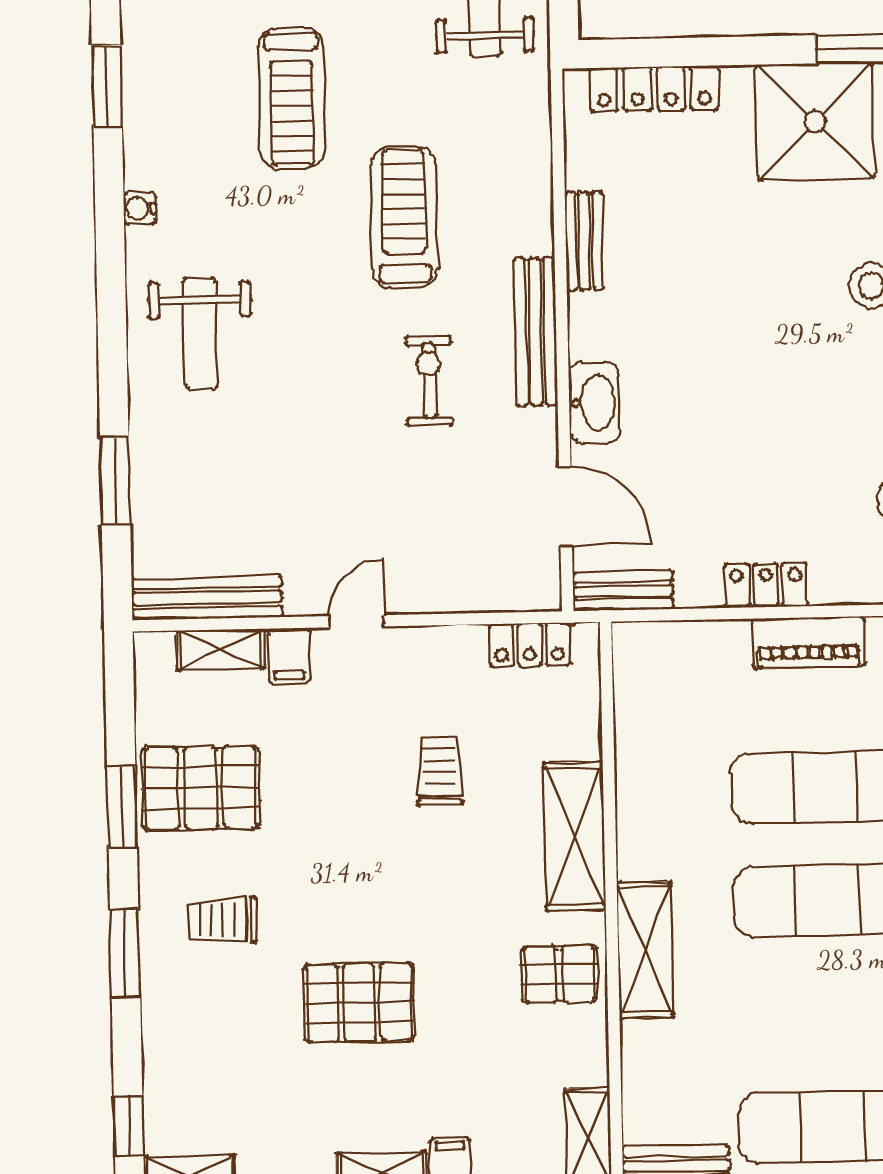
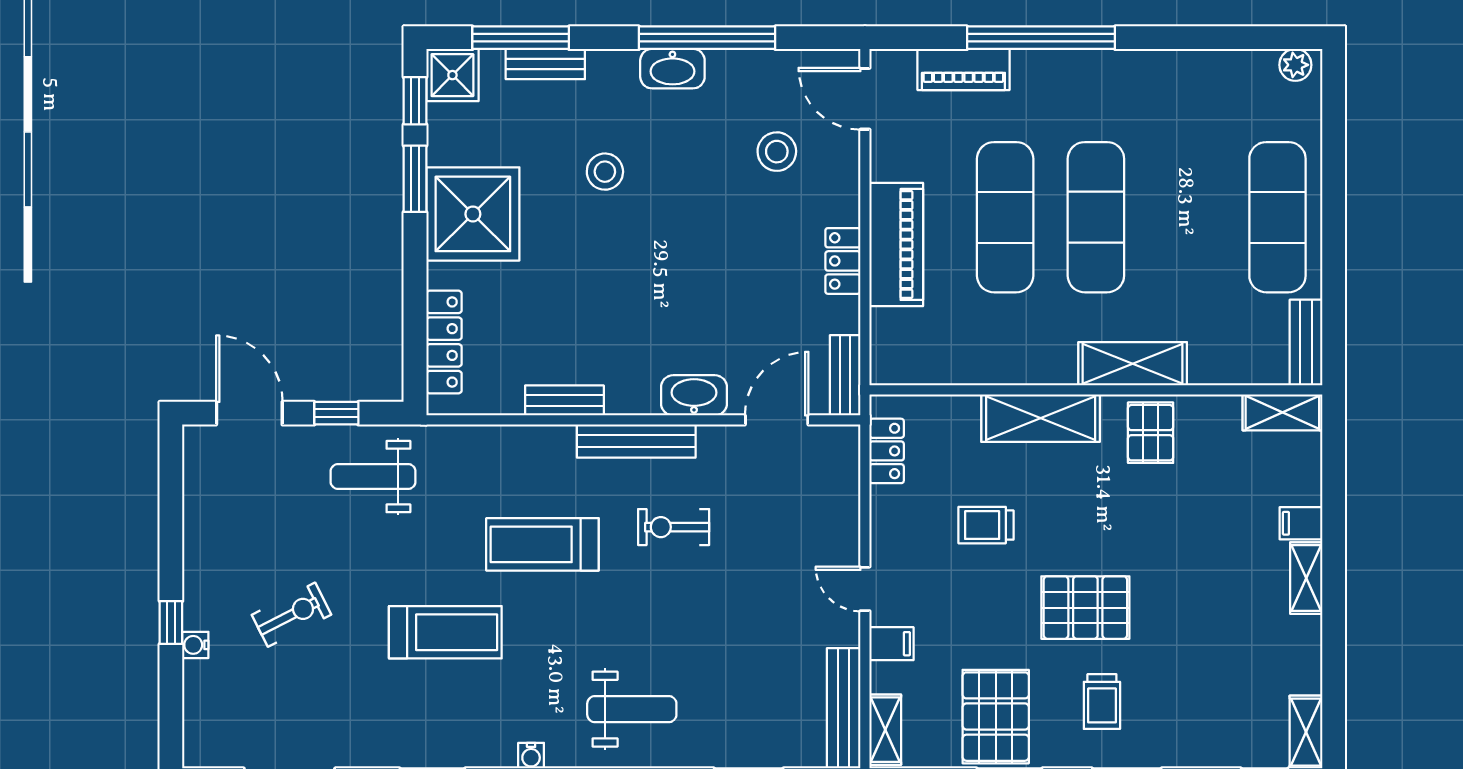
piano: (808, 643) -> (896, 244), width x1.37, depth x1.33
shelving: (221, 649) -> (885, 730), moved
pallet: (359, 1003) -> (1085, 608), moved, turned 90

